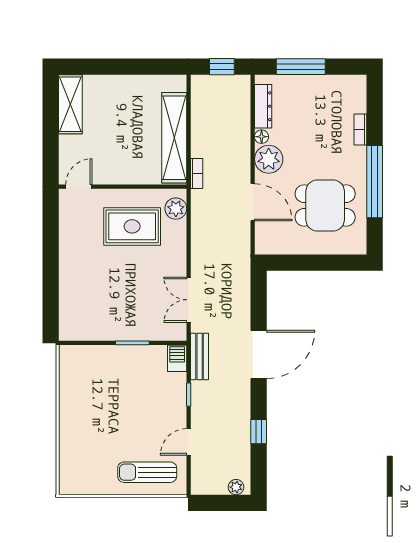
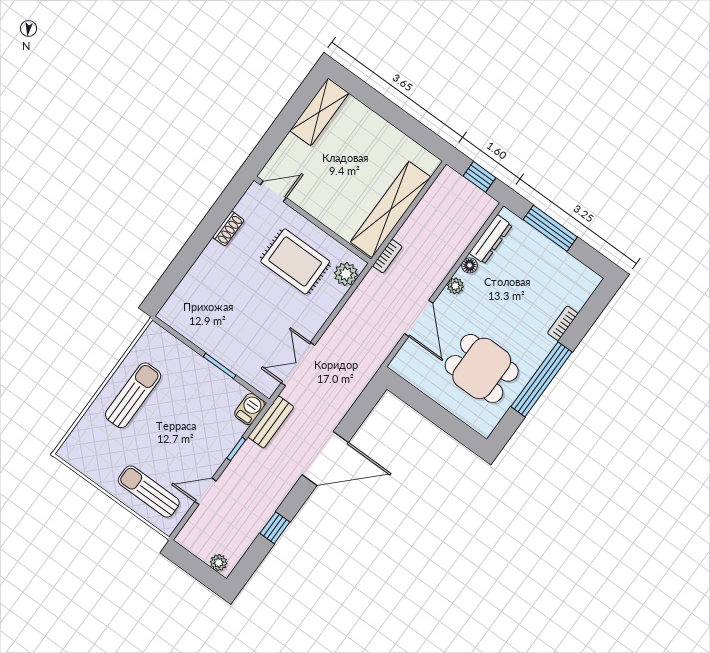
plant: (269, 159) -> (455, 286), width x0.53, depth x0.53
shoe rack: (66, 238) -> (228, 229), added
sun lounger: (85, 410) -> (133, 395), added

